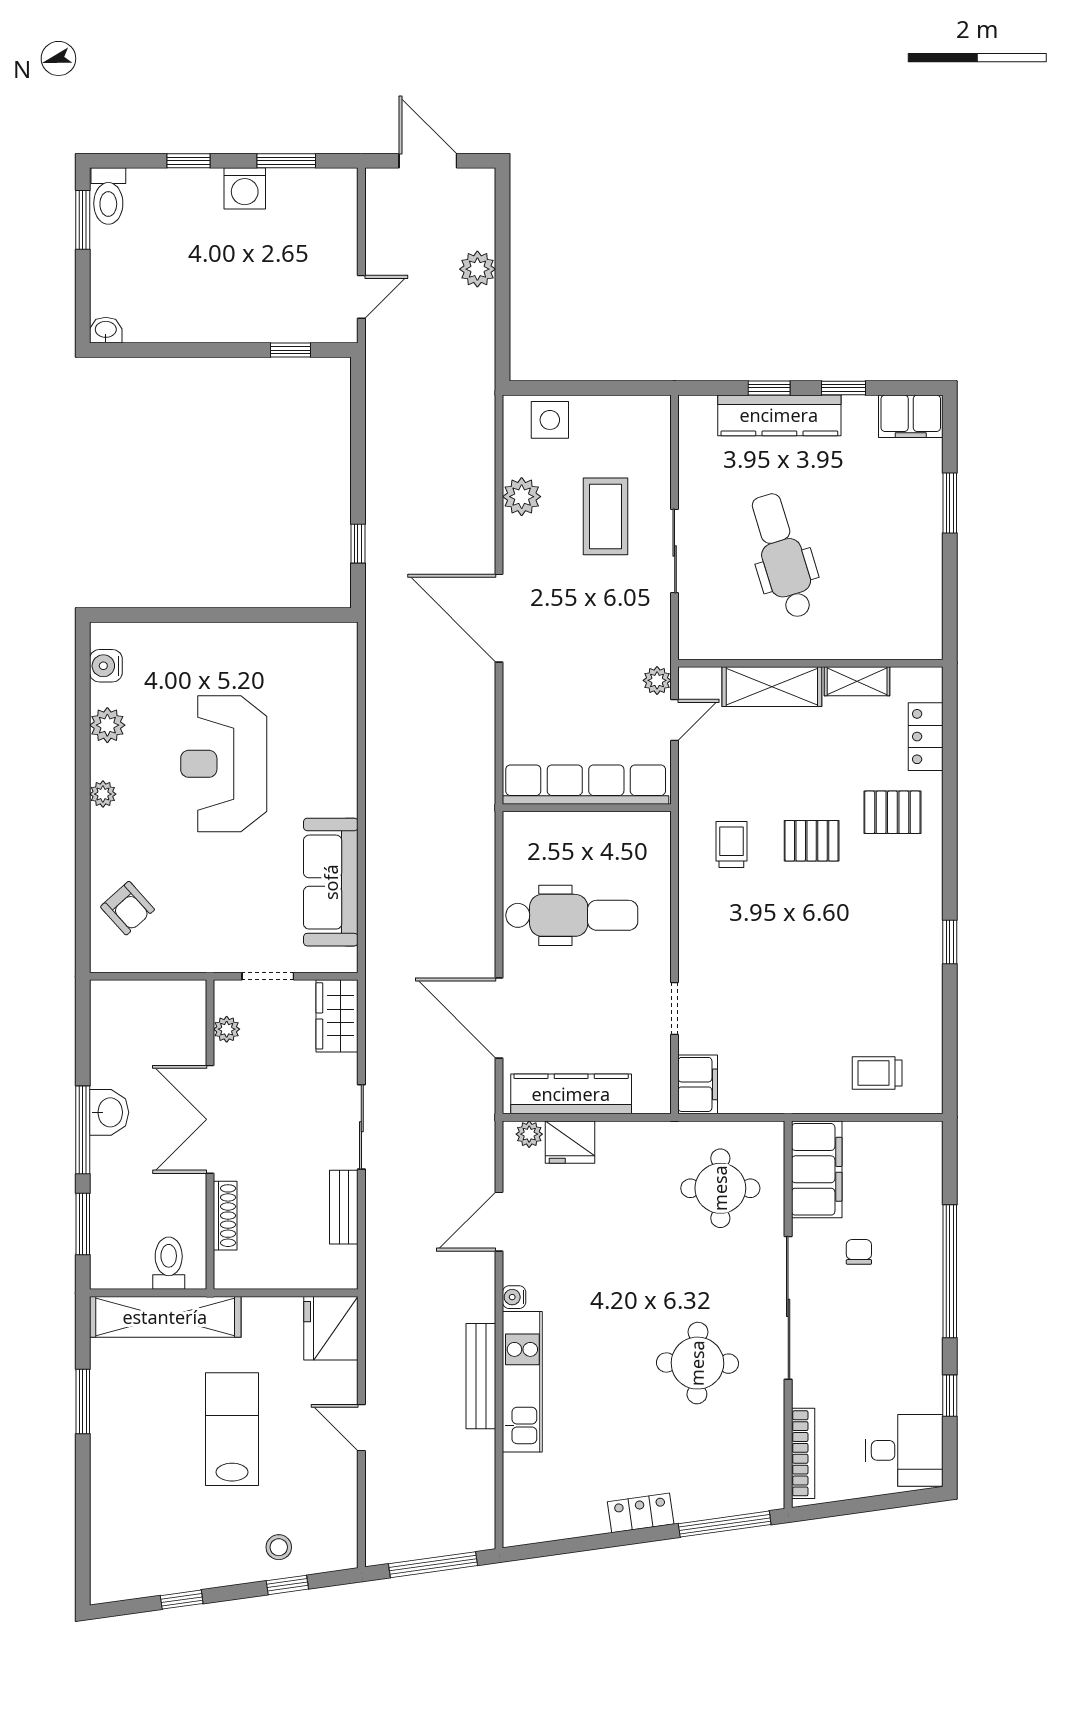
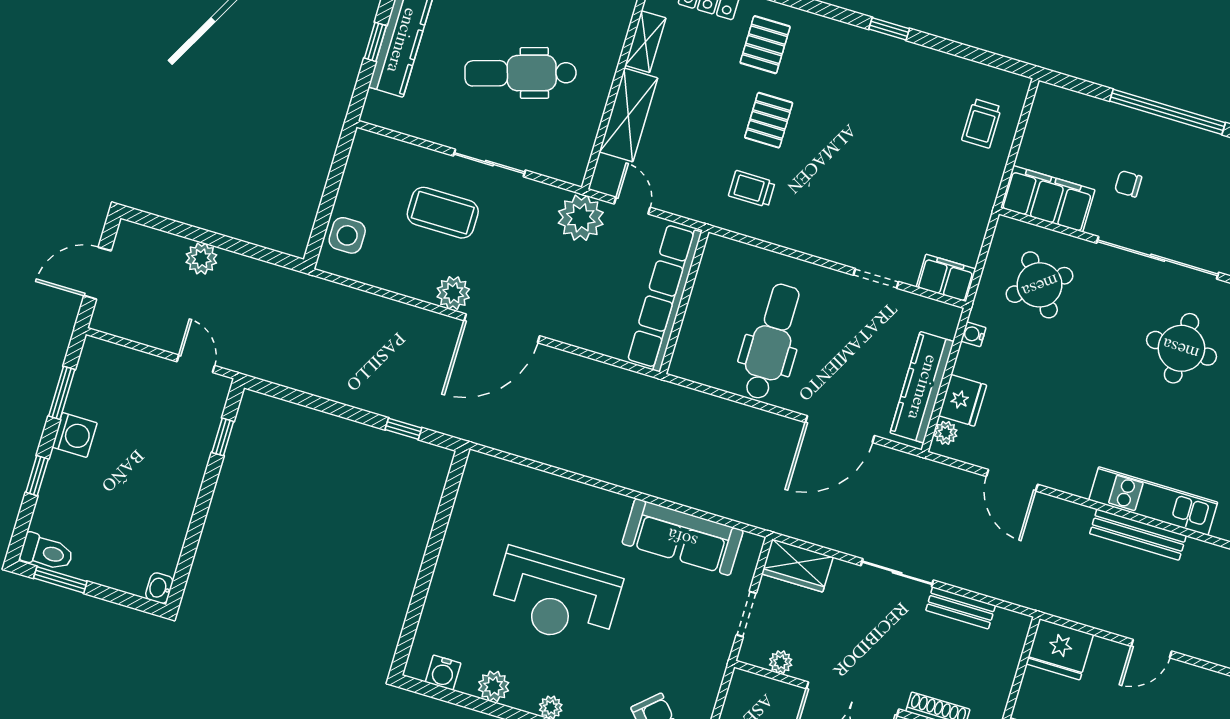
plant: (522, 497) -> (453, 293), moved
plant: (657, 680) -> (581, 218), width x1.87, depth x1.87
round table: (720, 1188) -> (1040, 285), turned -37
water cooler: (514, 1297) -> (973, 334), moved, turned 90

